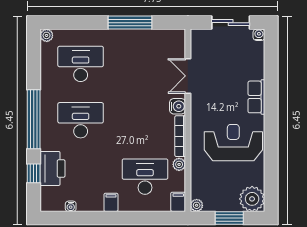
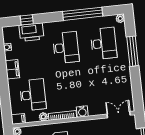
window: (130, 23) -> (133, 51), moved
double door: (188, 76) -> (119, 115), moved
window: (34, 119) -> (83, 14), moved
filing cabinet: (111, 202) -> (12, 69), width x2.00

